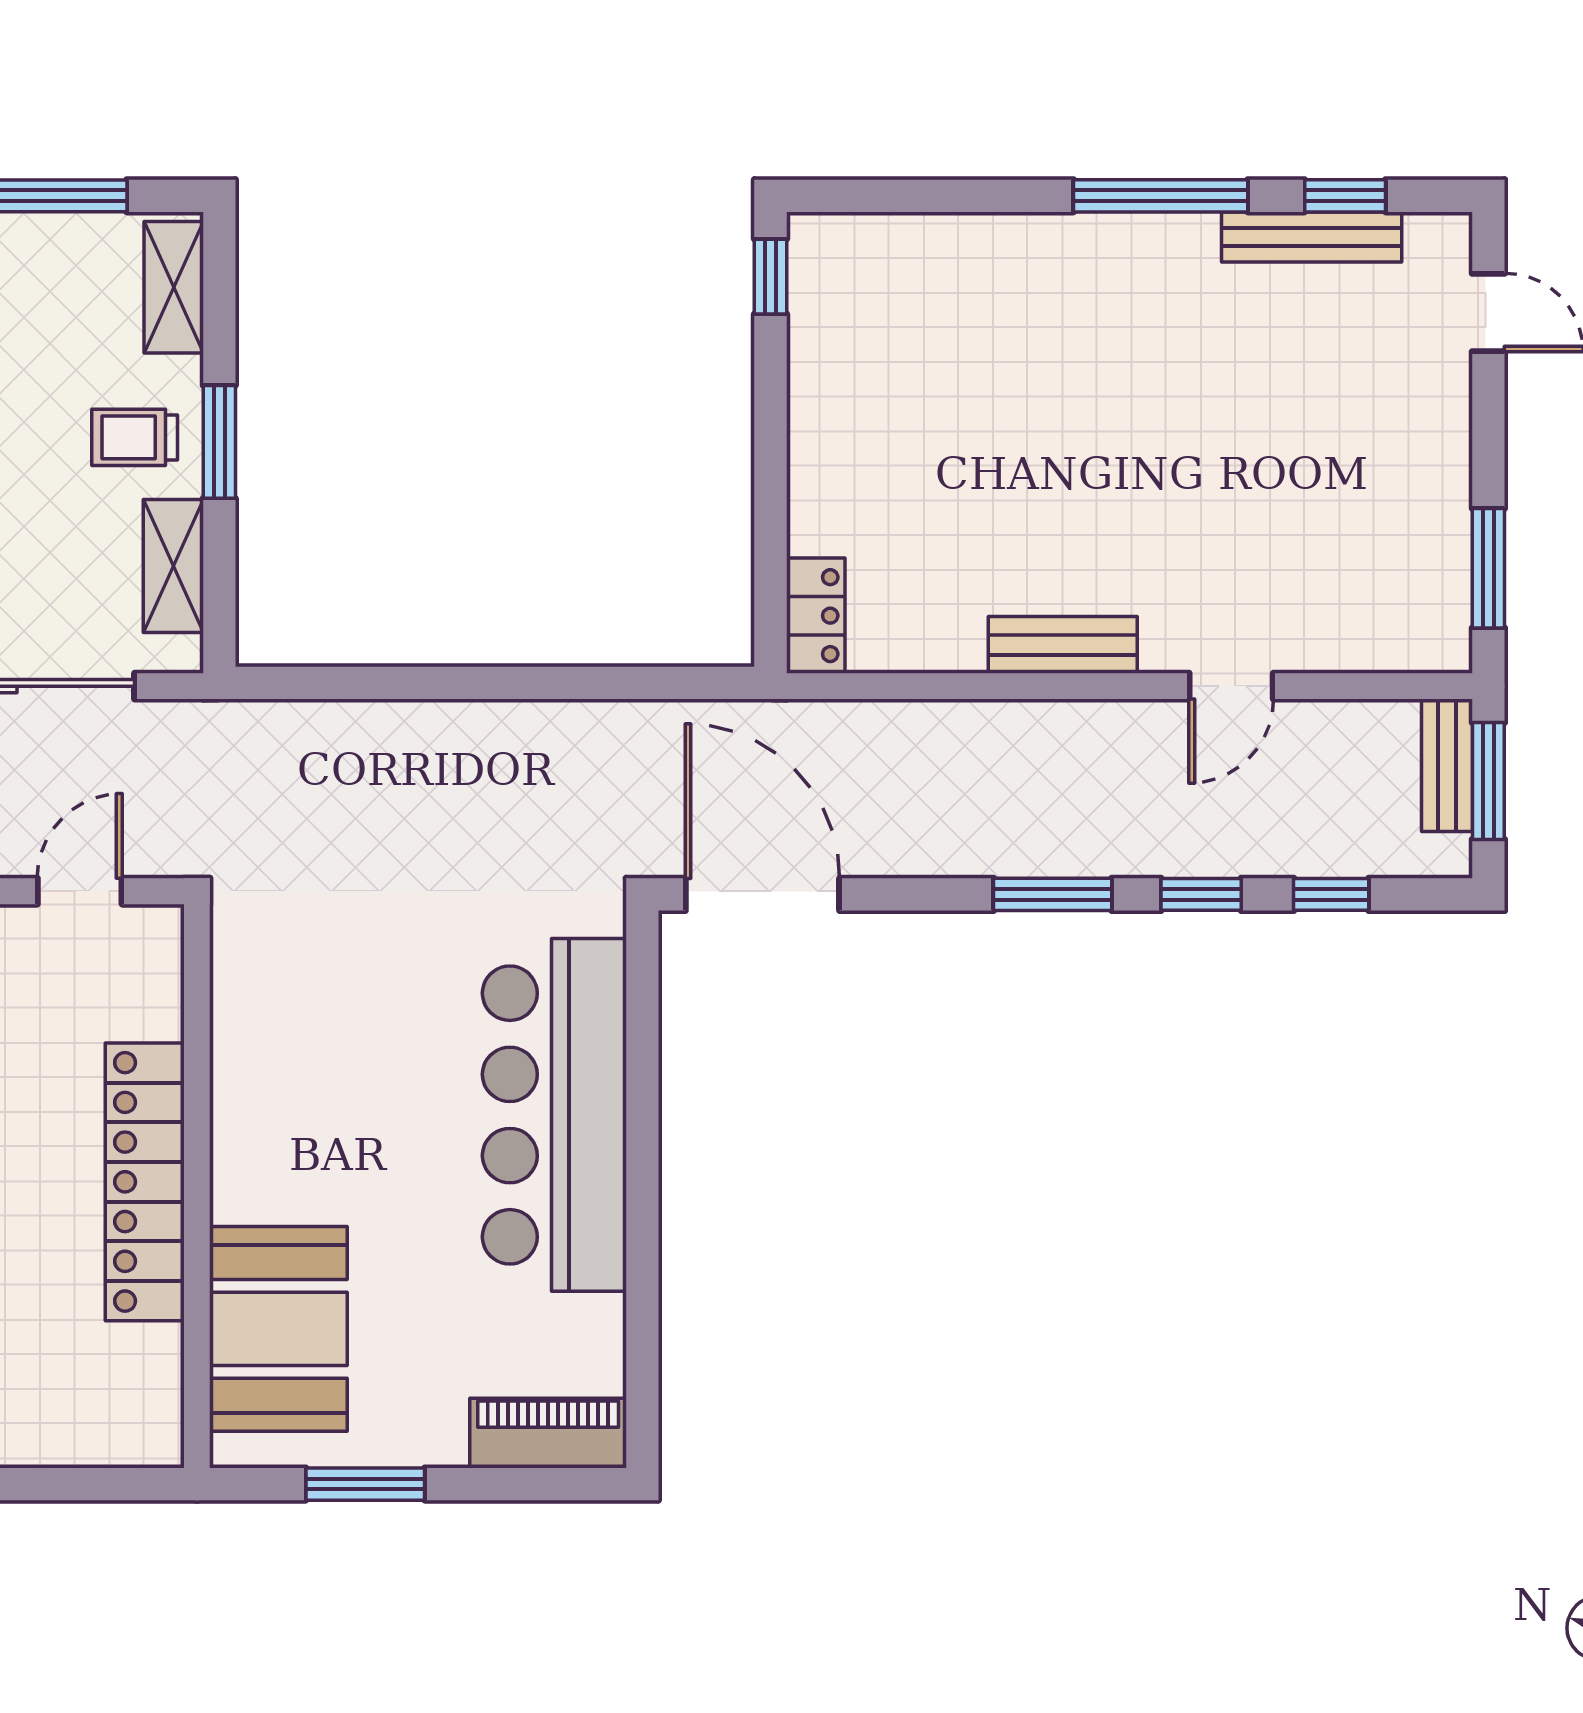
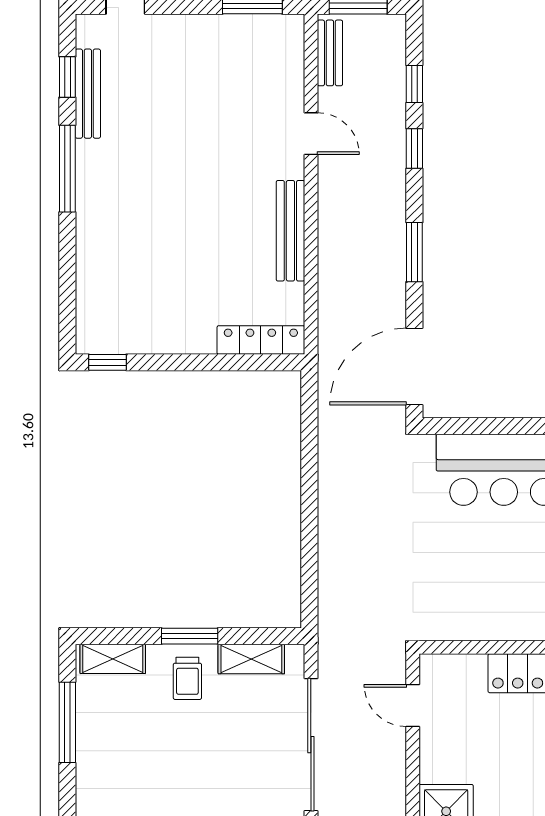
locker: (816, 616) -> (261, 340), width x1.53
bench: (1063, 645) -> (290, 231), width x1.36
bench: (1447, 765) -> (330, 53), moved, turned 90
window: (1053, 894) -> (414, 252), moved

